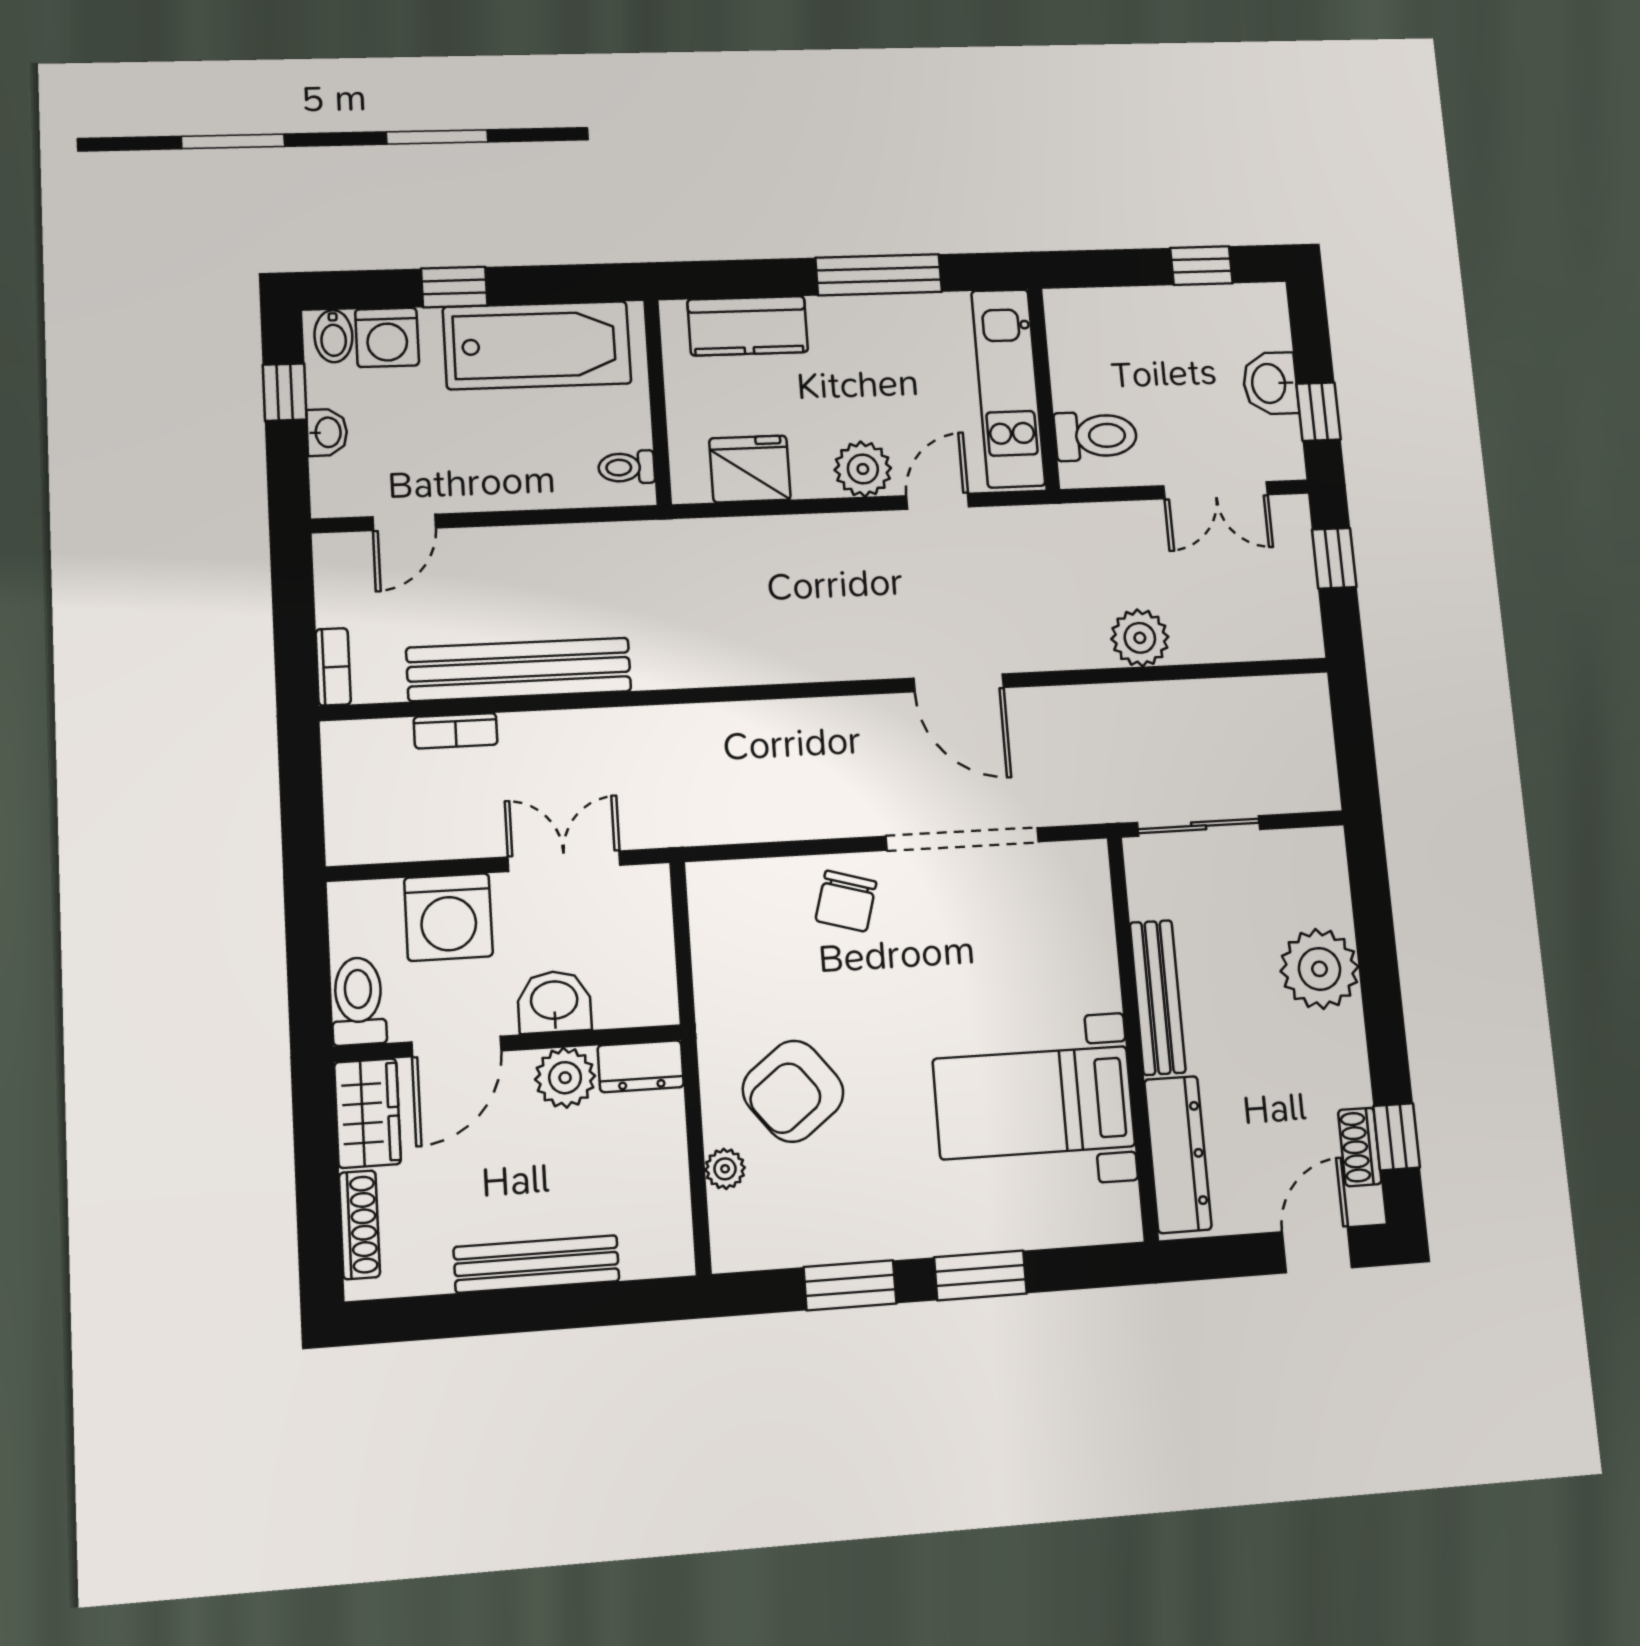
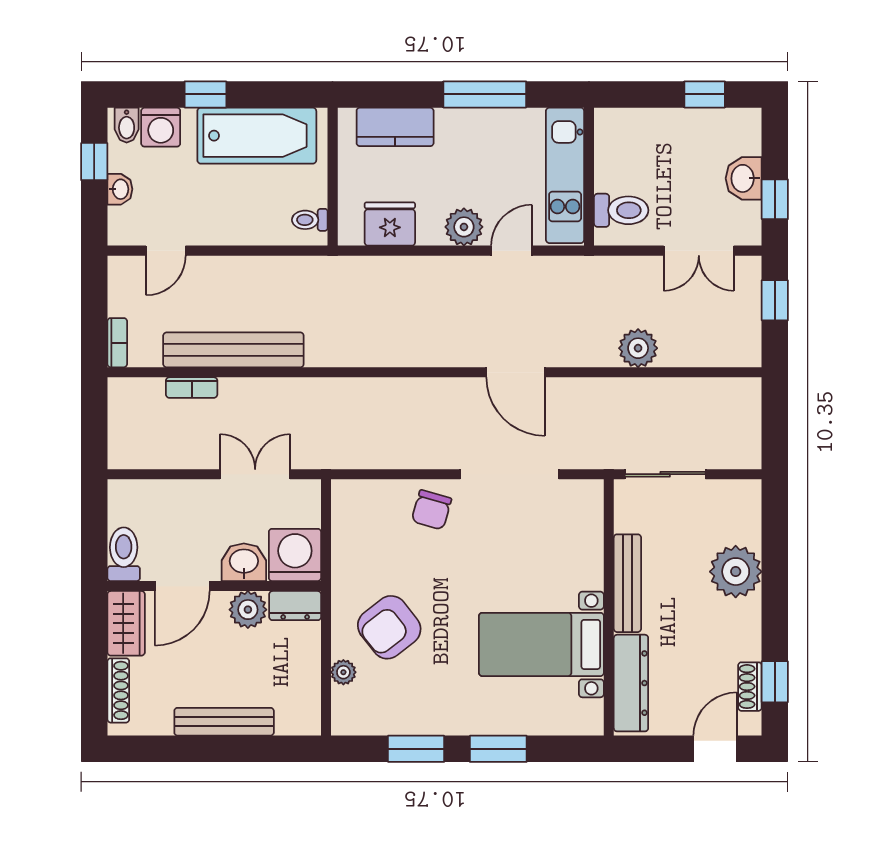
washing machine: (448, 917) -> (295, 555), moved, turned 180

